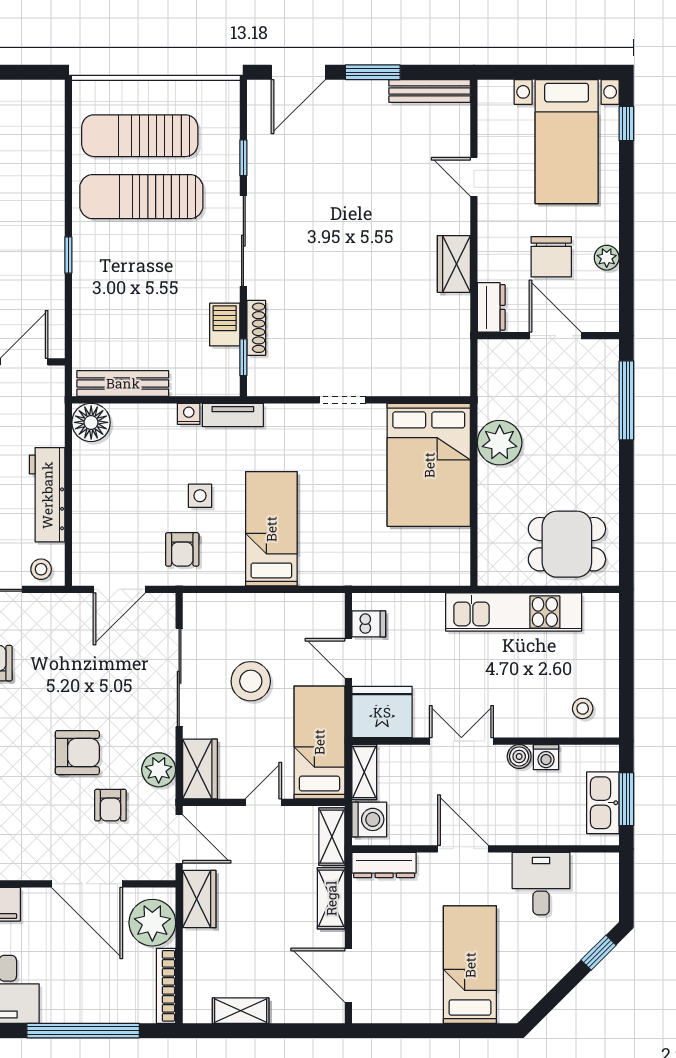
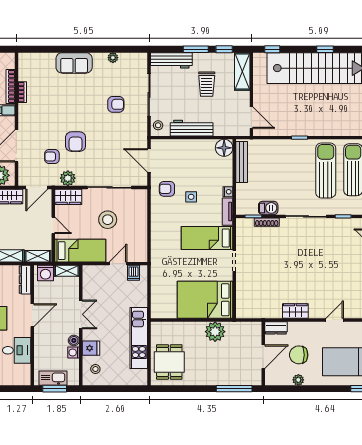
bed: (271, 529) -> (207, 238), moved, turned 180
fridge: (382, 712) -> (91, 348), moved, width x0.53, depth x0.75

